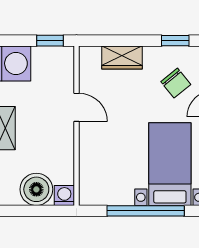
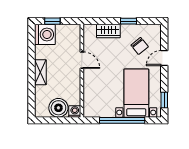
window: (50, 41) -> (52, 21), moved
window: (175, 41) -> (129, 21), moved

